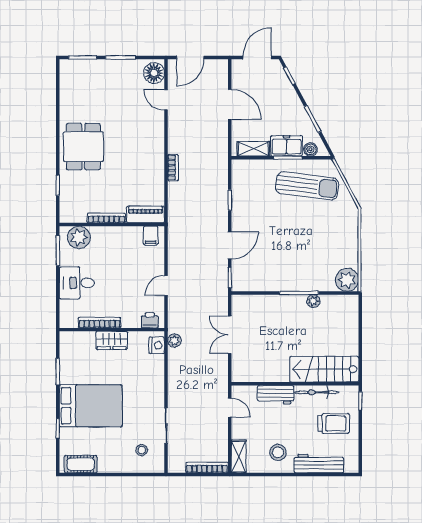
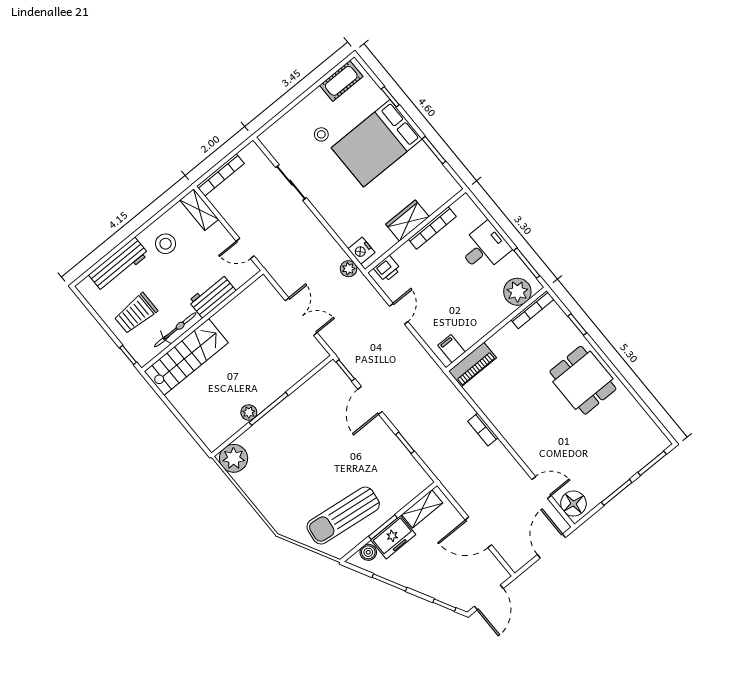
bookcase: (106, 218) -> (533, 310), moved
stool: (142, 450) -> (321, 134), moved

